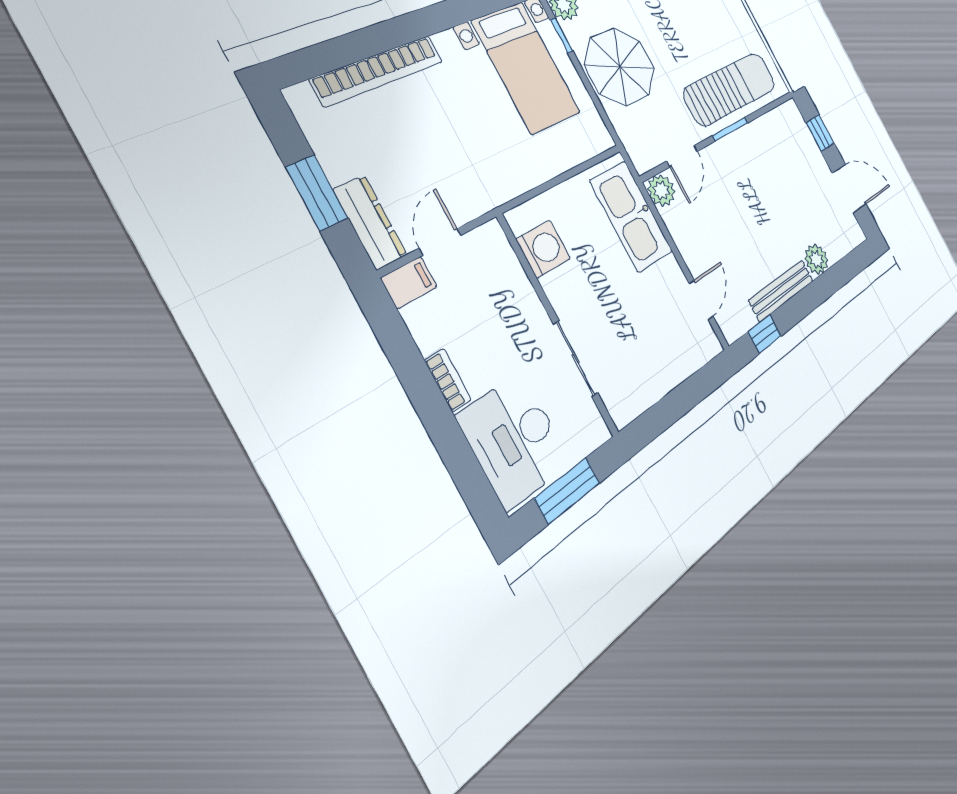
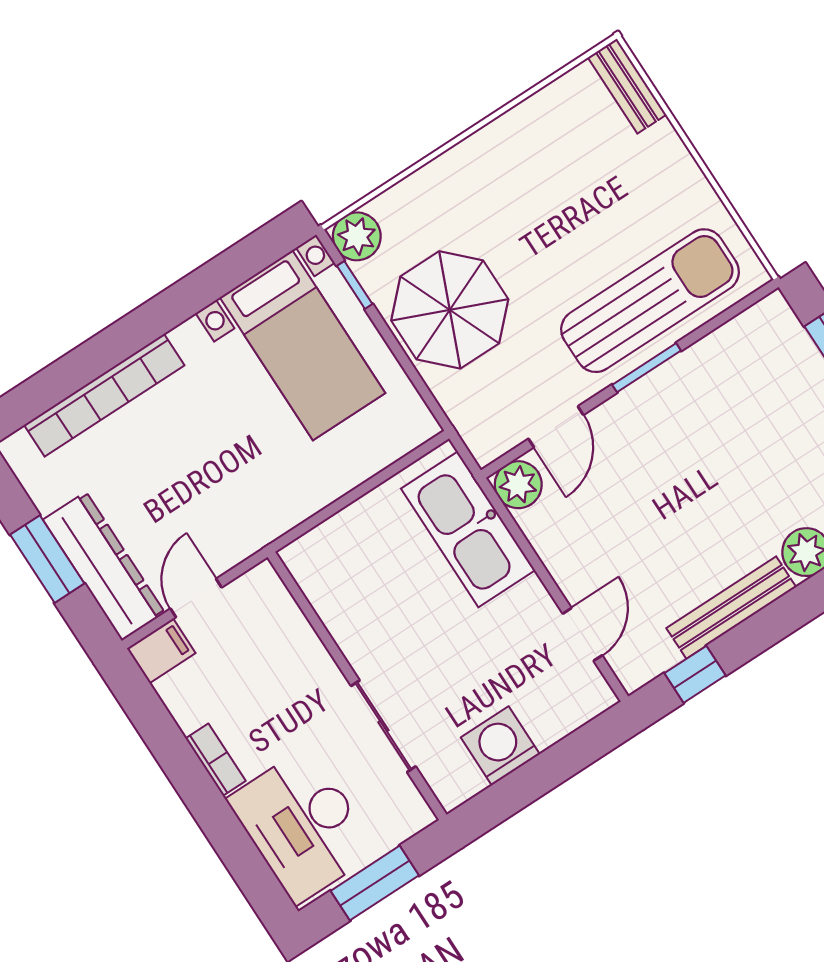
dresser: (370, 222) -> (104, 566), width x1.37, depth x1.24
washing machine: (543, 249) -> (500, 746), moved, turned -90

